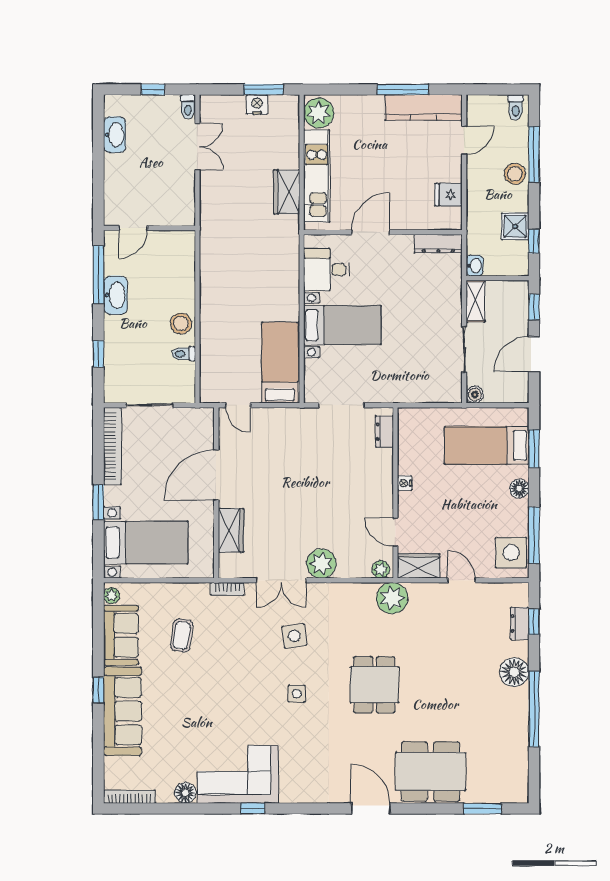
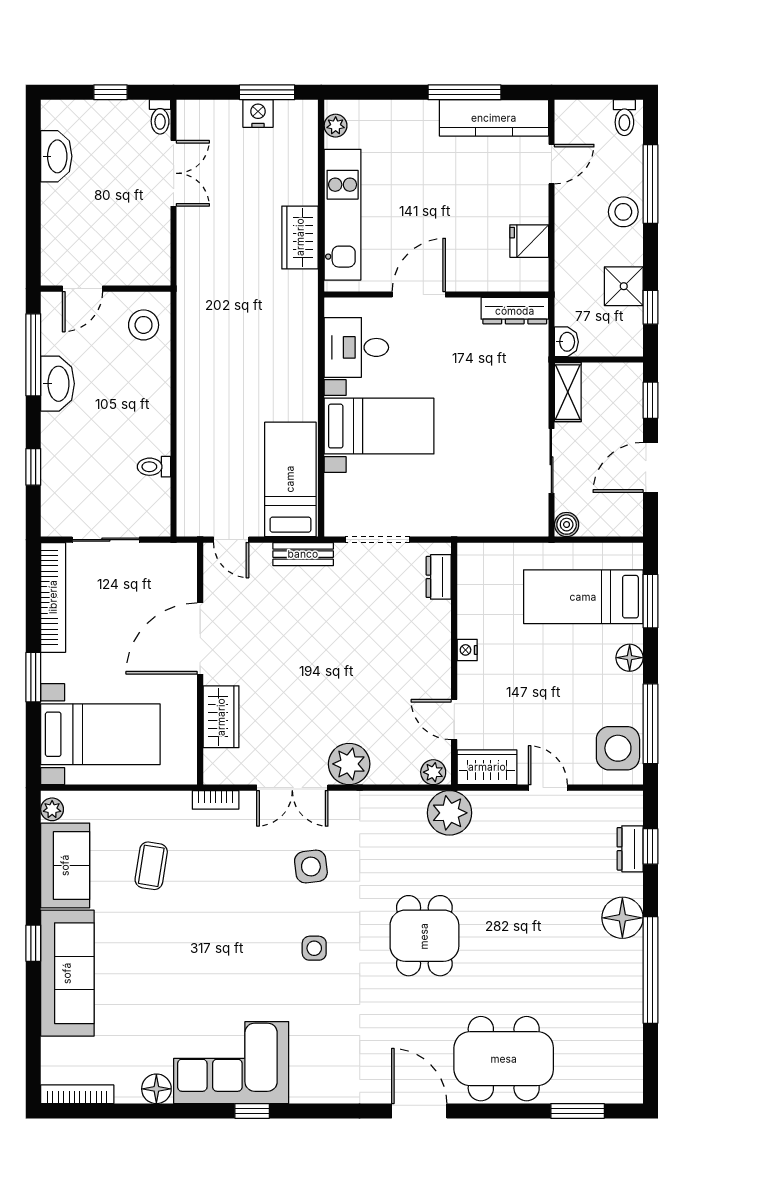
plant: (319, 113) -> (336, 126), width x0.53, depth x0.53
stool: (181, 324) -> (144, 325), moved
bench: (289, 415) -> (303, 554), added

